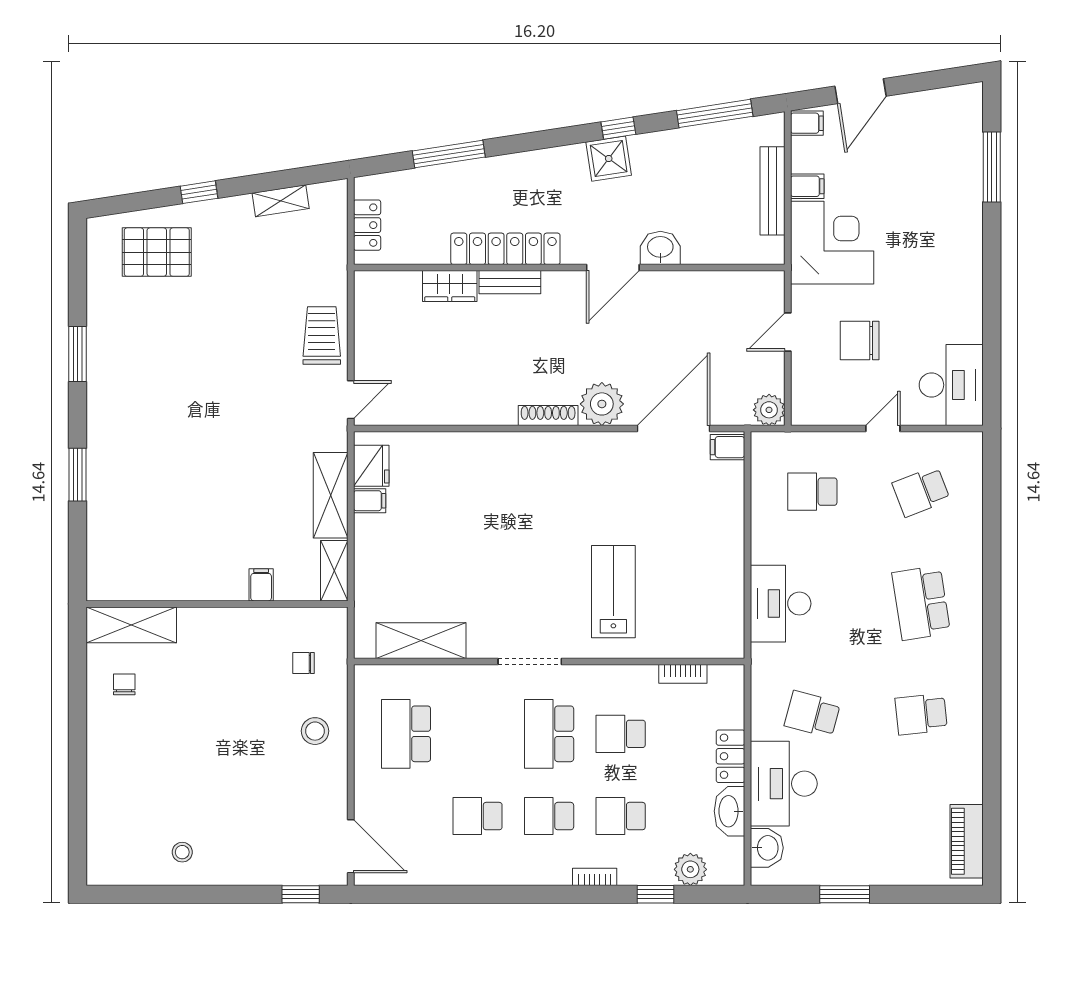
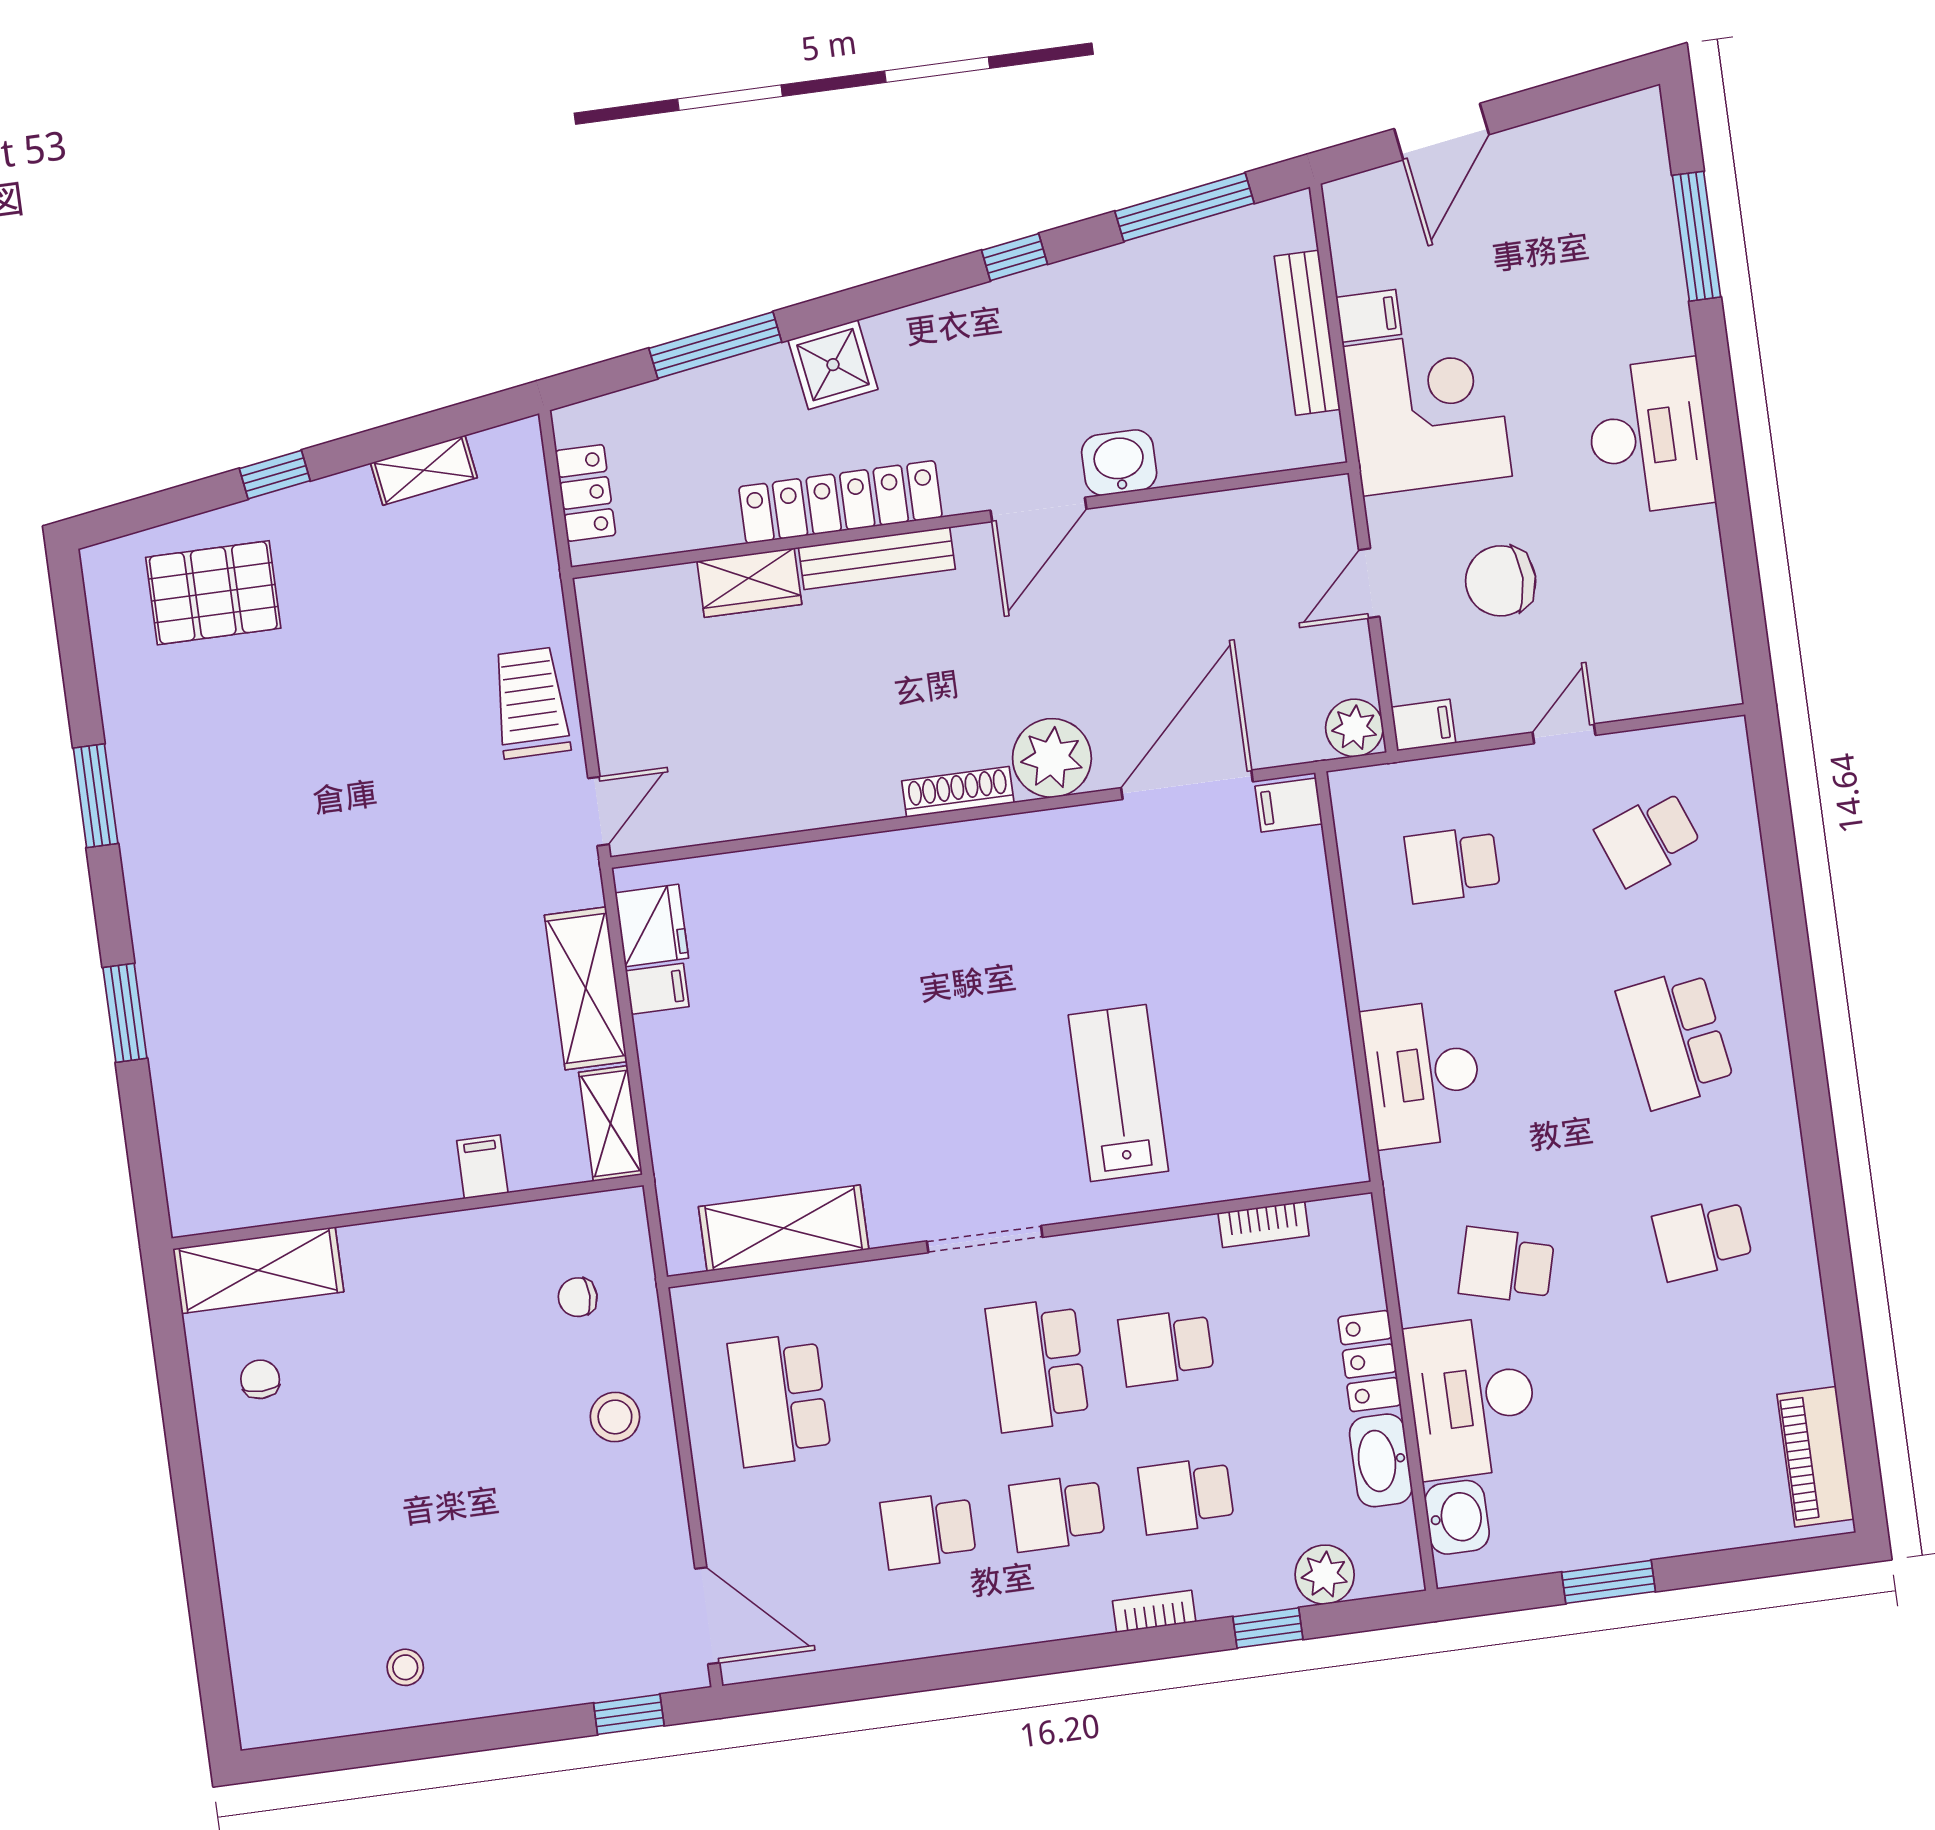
filing cabinet: (807, 123) -> (1423, 725), moved
shower: (609, 159) -> (833, 365), moved
bench: (510, 282) -> (877, 558), width x1.36
desk: (951, 385) -> (1649, 437), moved

